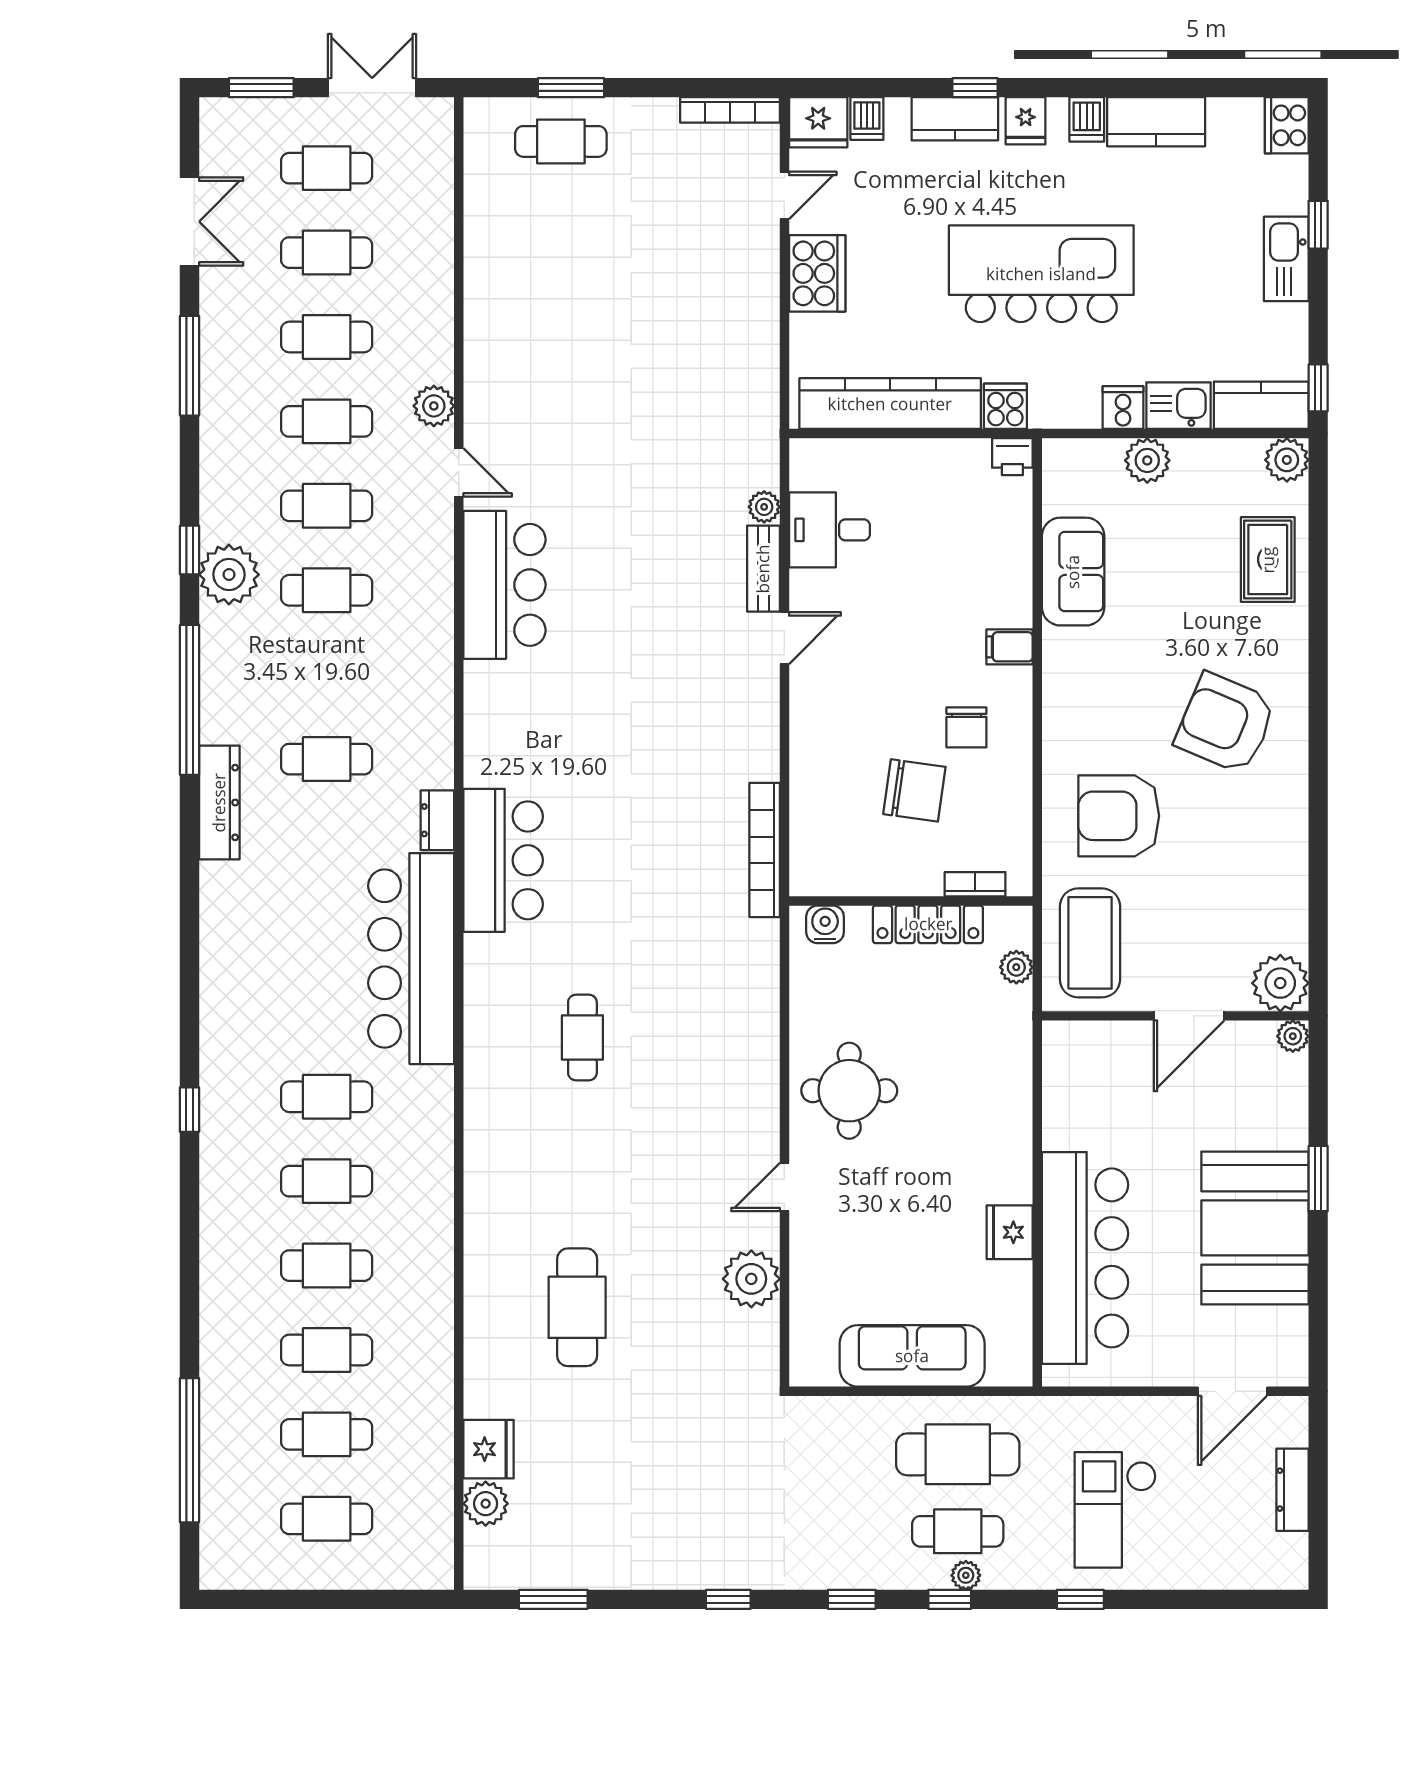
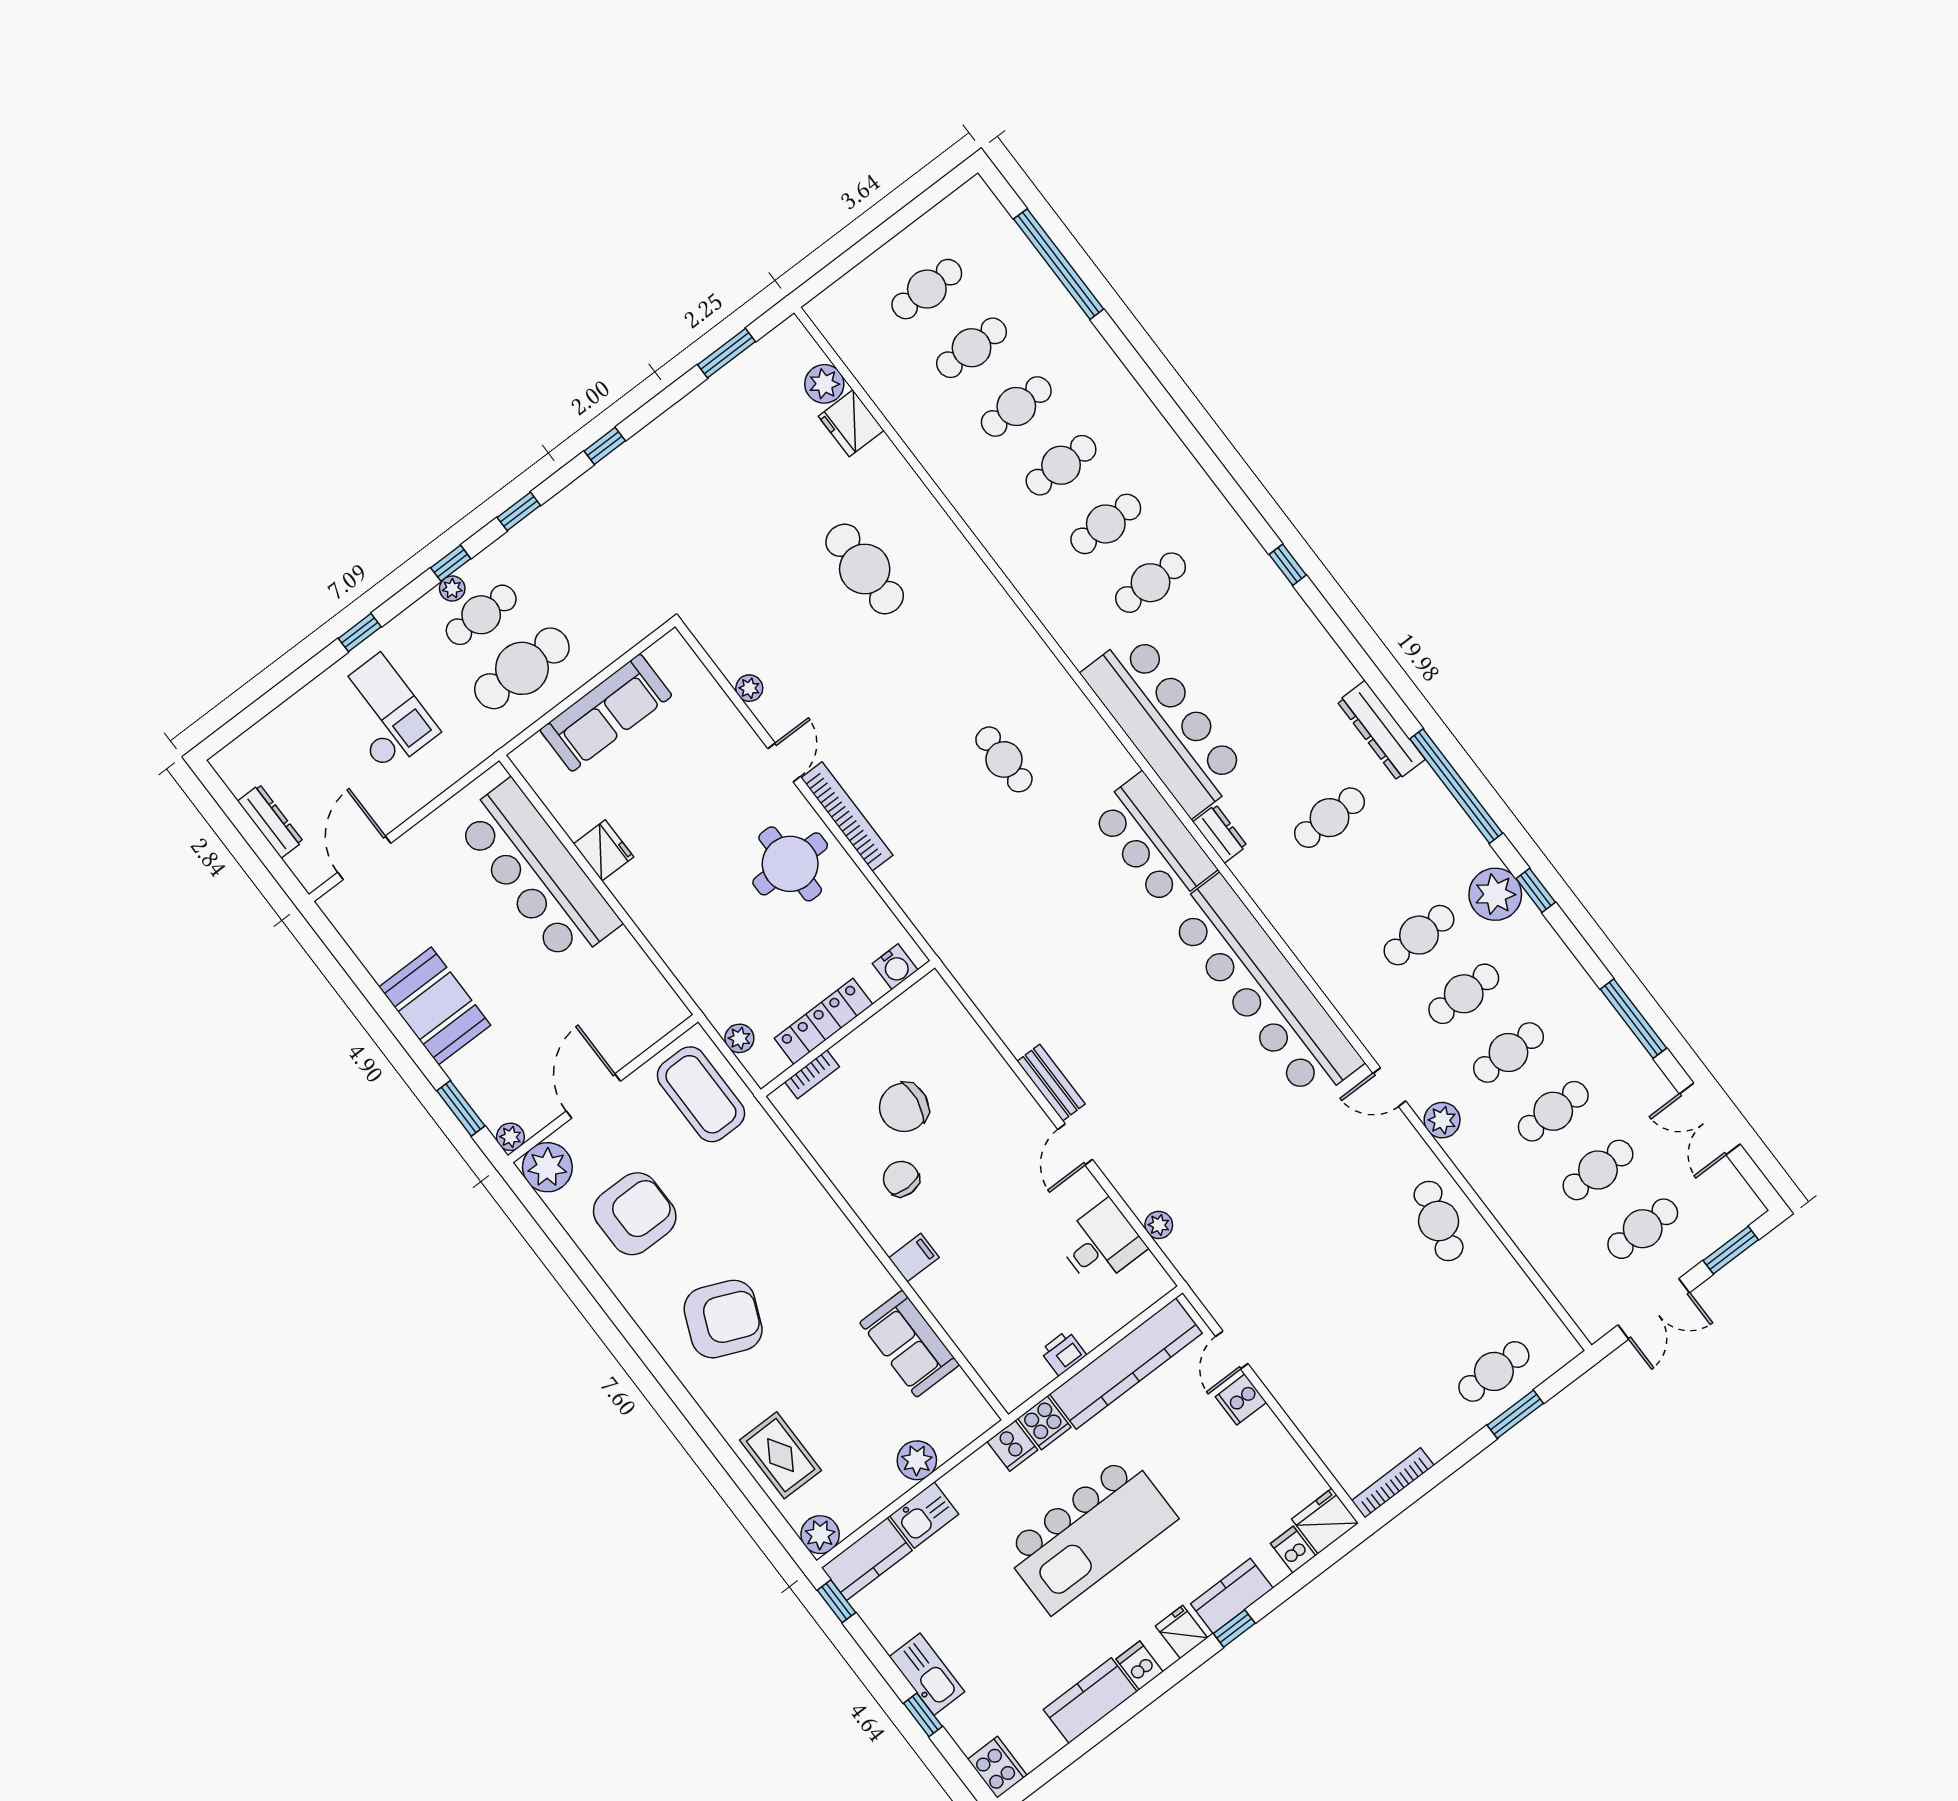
door: (784, 195) -> (1232, 1350), moved
cooker: (817, 273) -> (1241, 1400), width x0.53, depth x0.76
cafe table: (507, 317) -> (1439, 1221), added
cooker: (1123, 408) -> (1012, 1446), moved
printer: (1012, 457) -> (1063, 1353), moved
bench: (763, 569) -> (1051, 1083), moved
bar counter: (504, 585) -> (1264, 989), width x1.86
armchair: (1119, 816) -> (635, 1214), moved
bookcase: (765, 850) -> (847, 816), moved
window: (189, 1110) -> (1288, 565), moved
window: (1318, 1179) -> (461, 1108), moved
booth: (1255, 1228) -> (435, 1006), width x0.73, depth x0.70
plant: (751, 1279) -> (749, 688), width x0.53, depth x0.53

